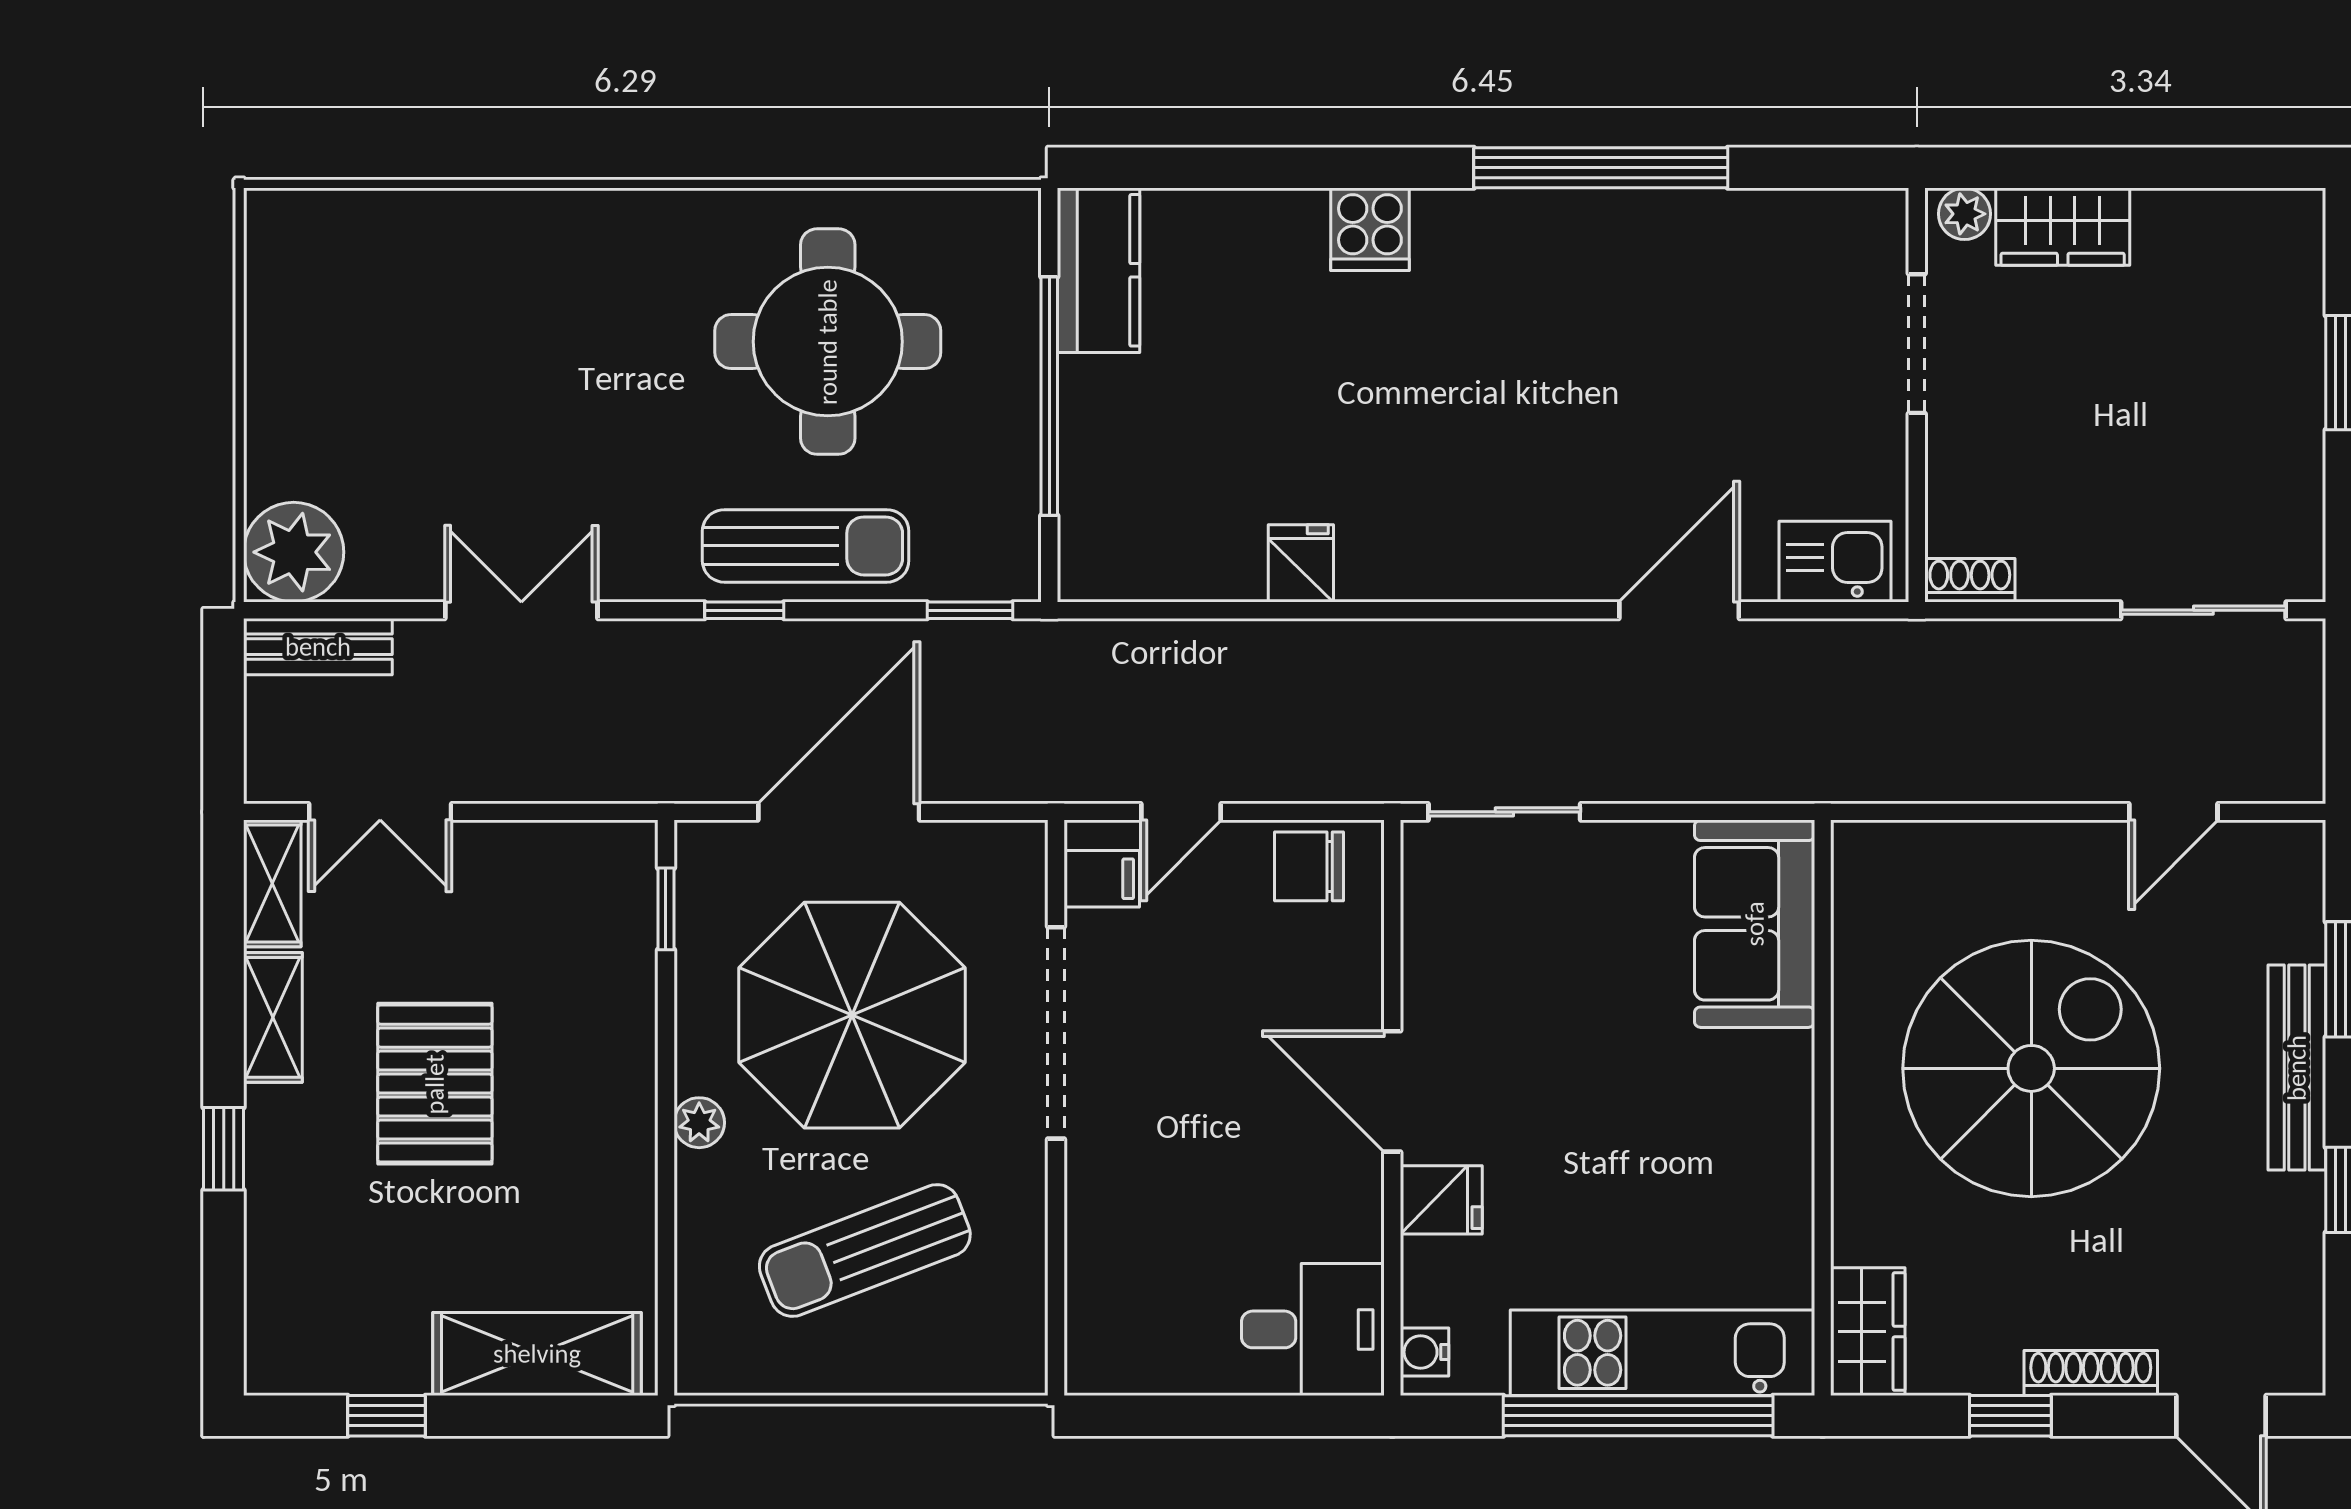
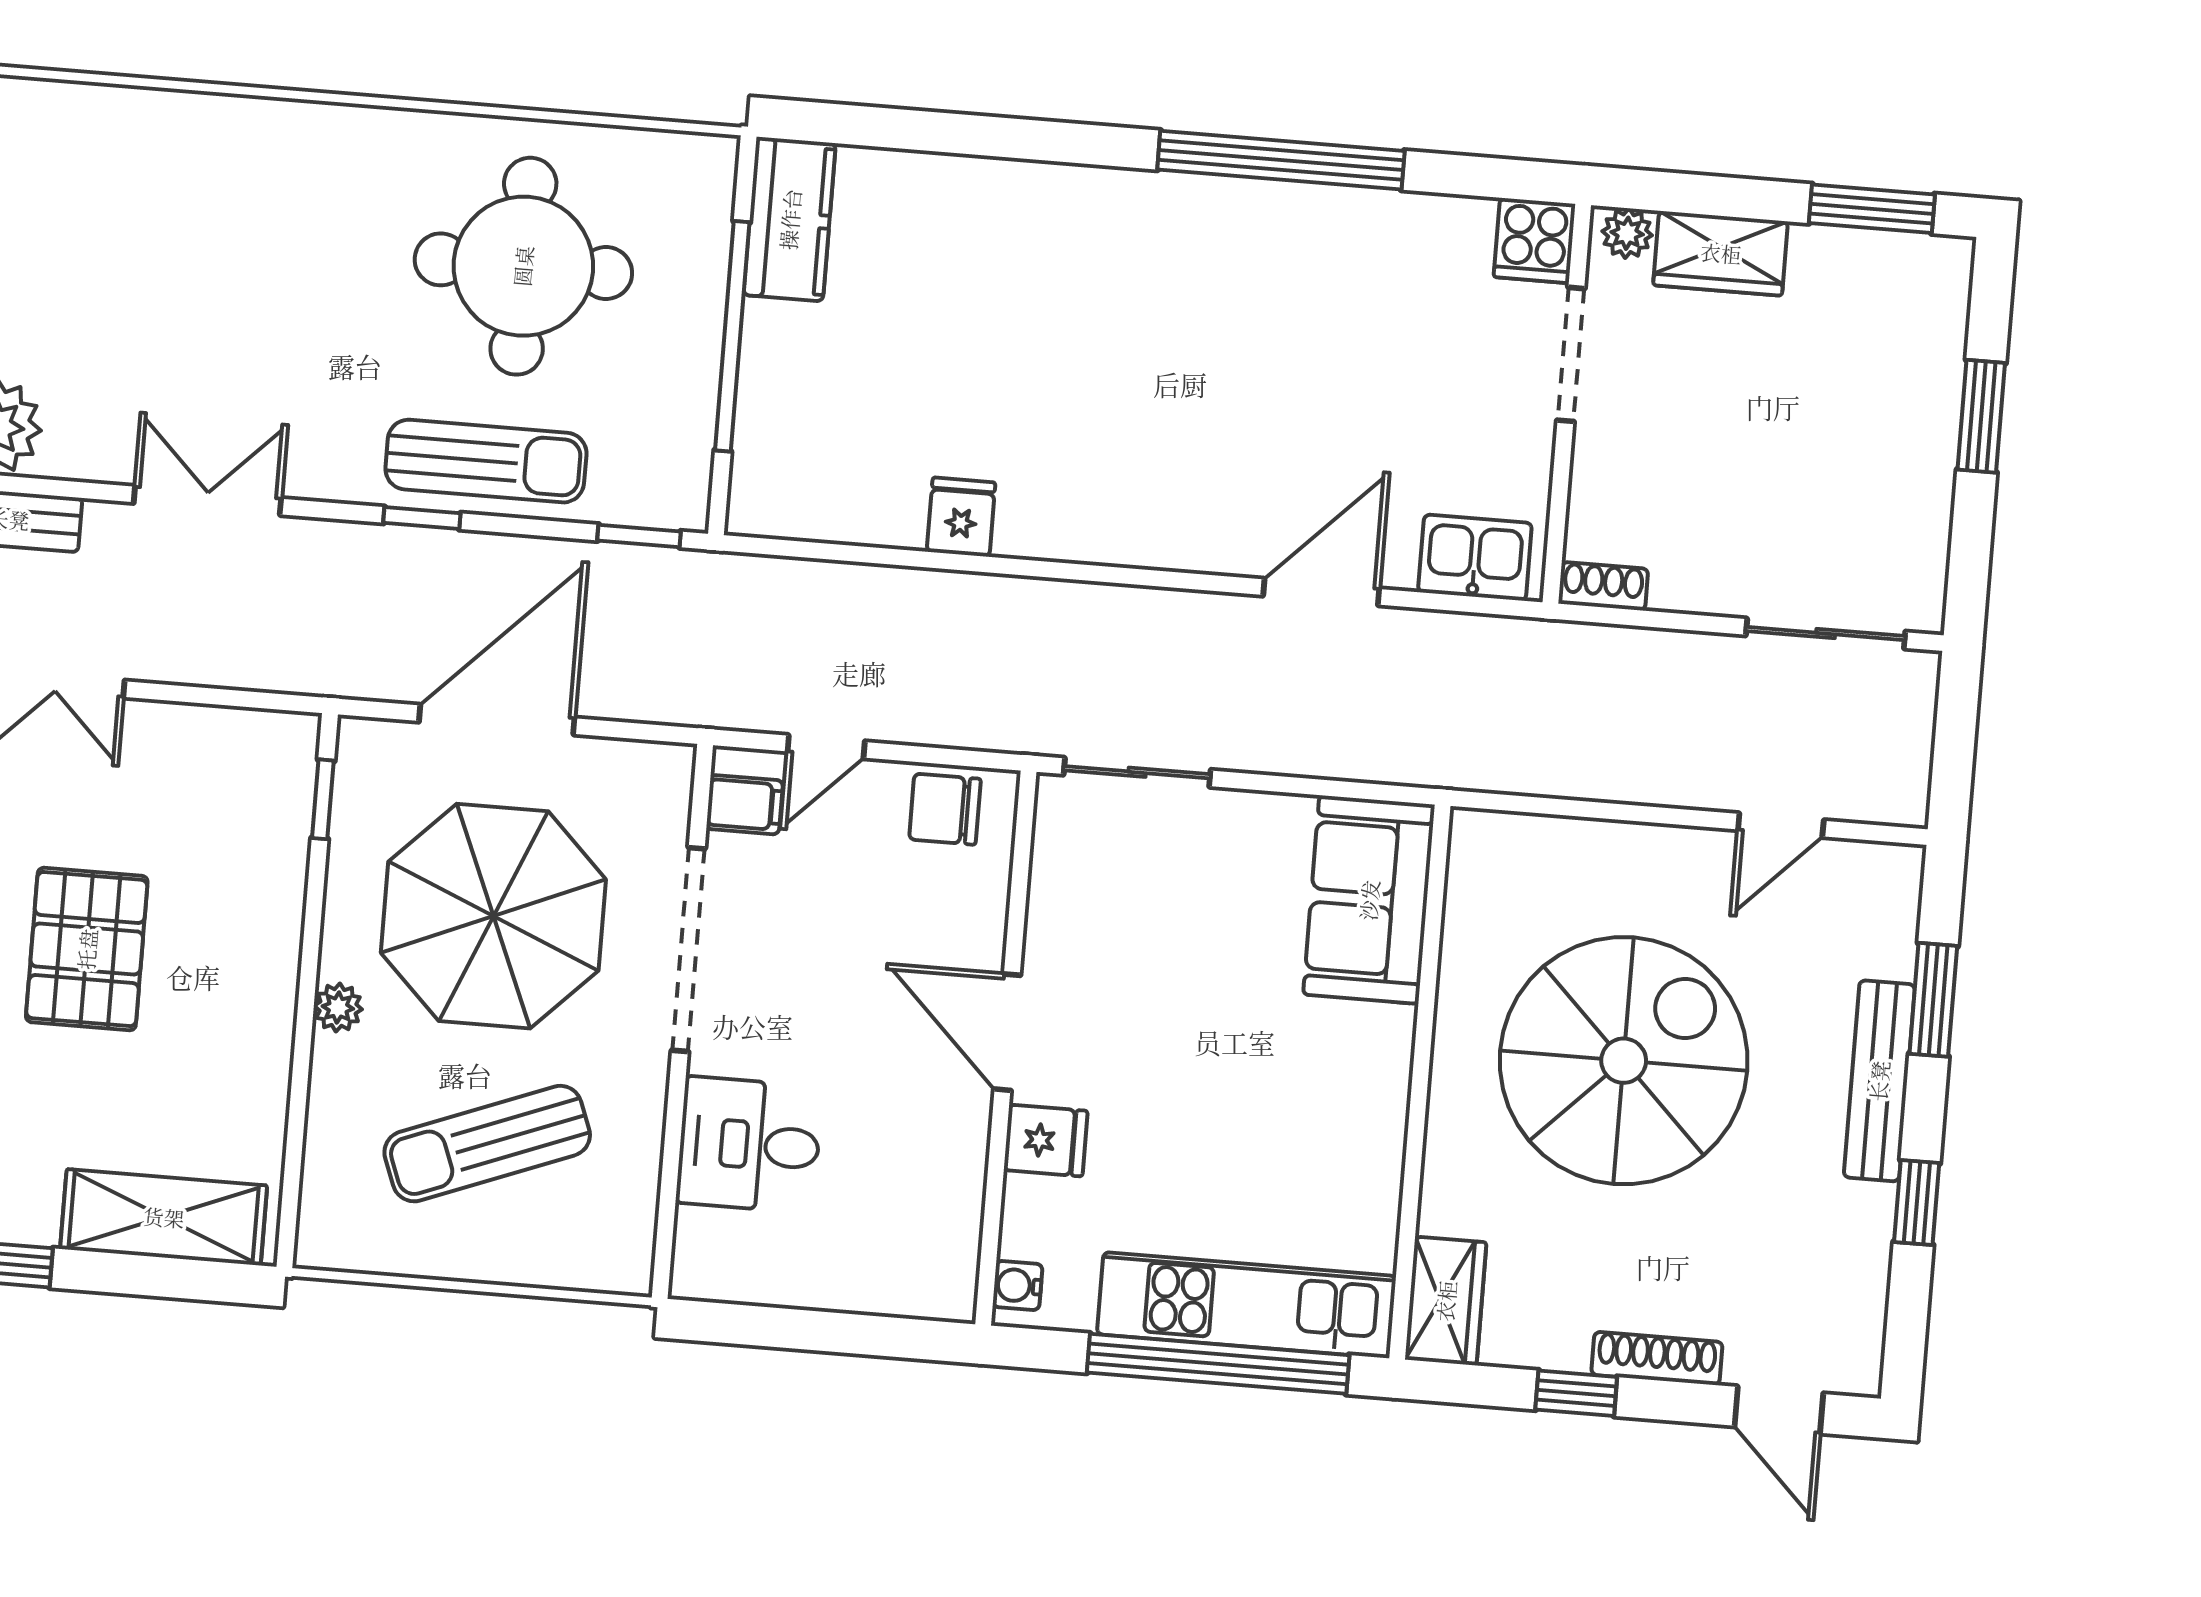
window: (2215, 168) -> (1872, 209), added
cooker: (1370, 229) -> (1534, 241), moved
desk: (1313, 1329) -> (749, 1145), moved, turned 180

